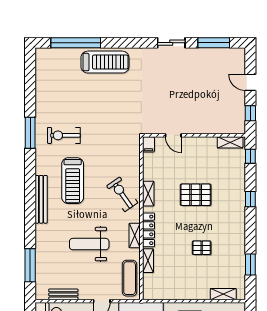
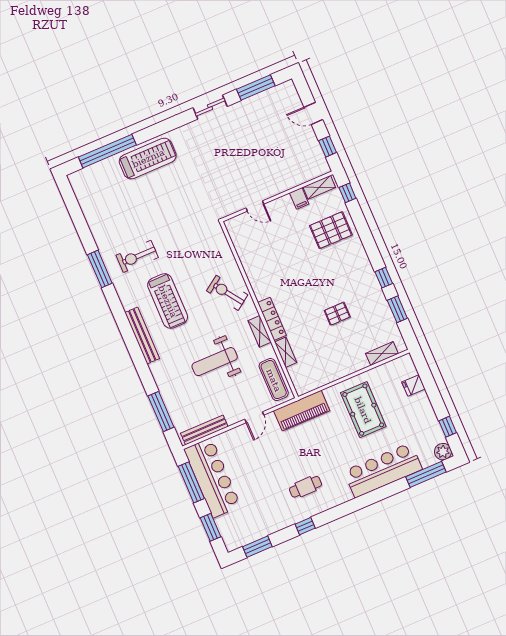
filing cabinet: (148, 144) -> (299, 198), moved
shelving: (148, 194) -> (255, 280), removed
pallet: (196, 195) -> (331, 230), moved
window: (250, 199) -> (384, 278), moved
bench: (63, 294) -> (204, 430), width x1.36

